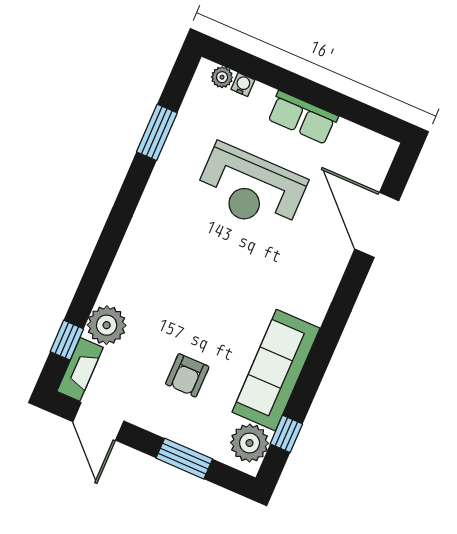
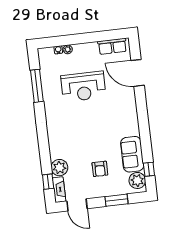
plant: (222, 77) -> (68, 49), moved
row of seats: (302, 118) -> (112, 46), moved
window: (157, 132) -> (37, 86), width x1.44
sofa: (276, 370) -> (132, 154), width x0.73

